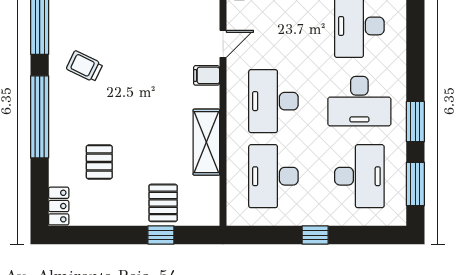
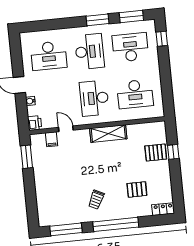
trolley: (85, 66) -> (96, 200), moved
filing cabinet: (207, 75) -> (51, 139), moved
desk: (273, 101) -> (94, 98), turned 90
shelving: (206, 142) -> (108, 134), moved
window: (315, 235) -> (162, 39), moved

